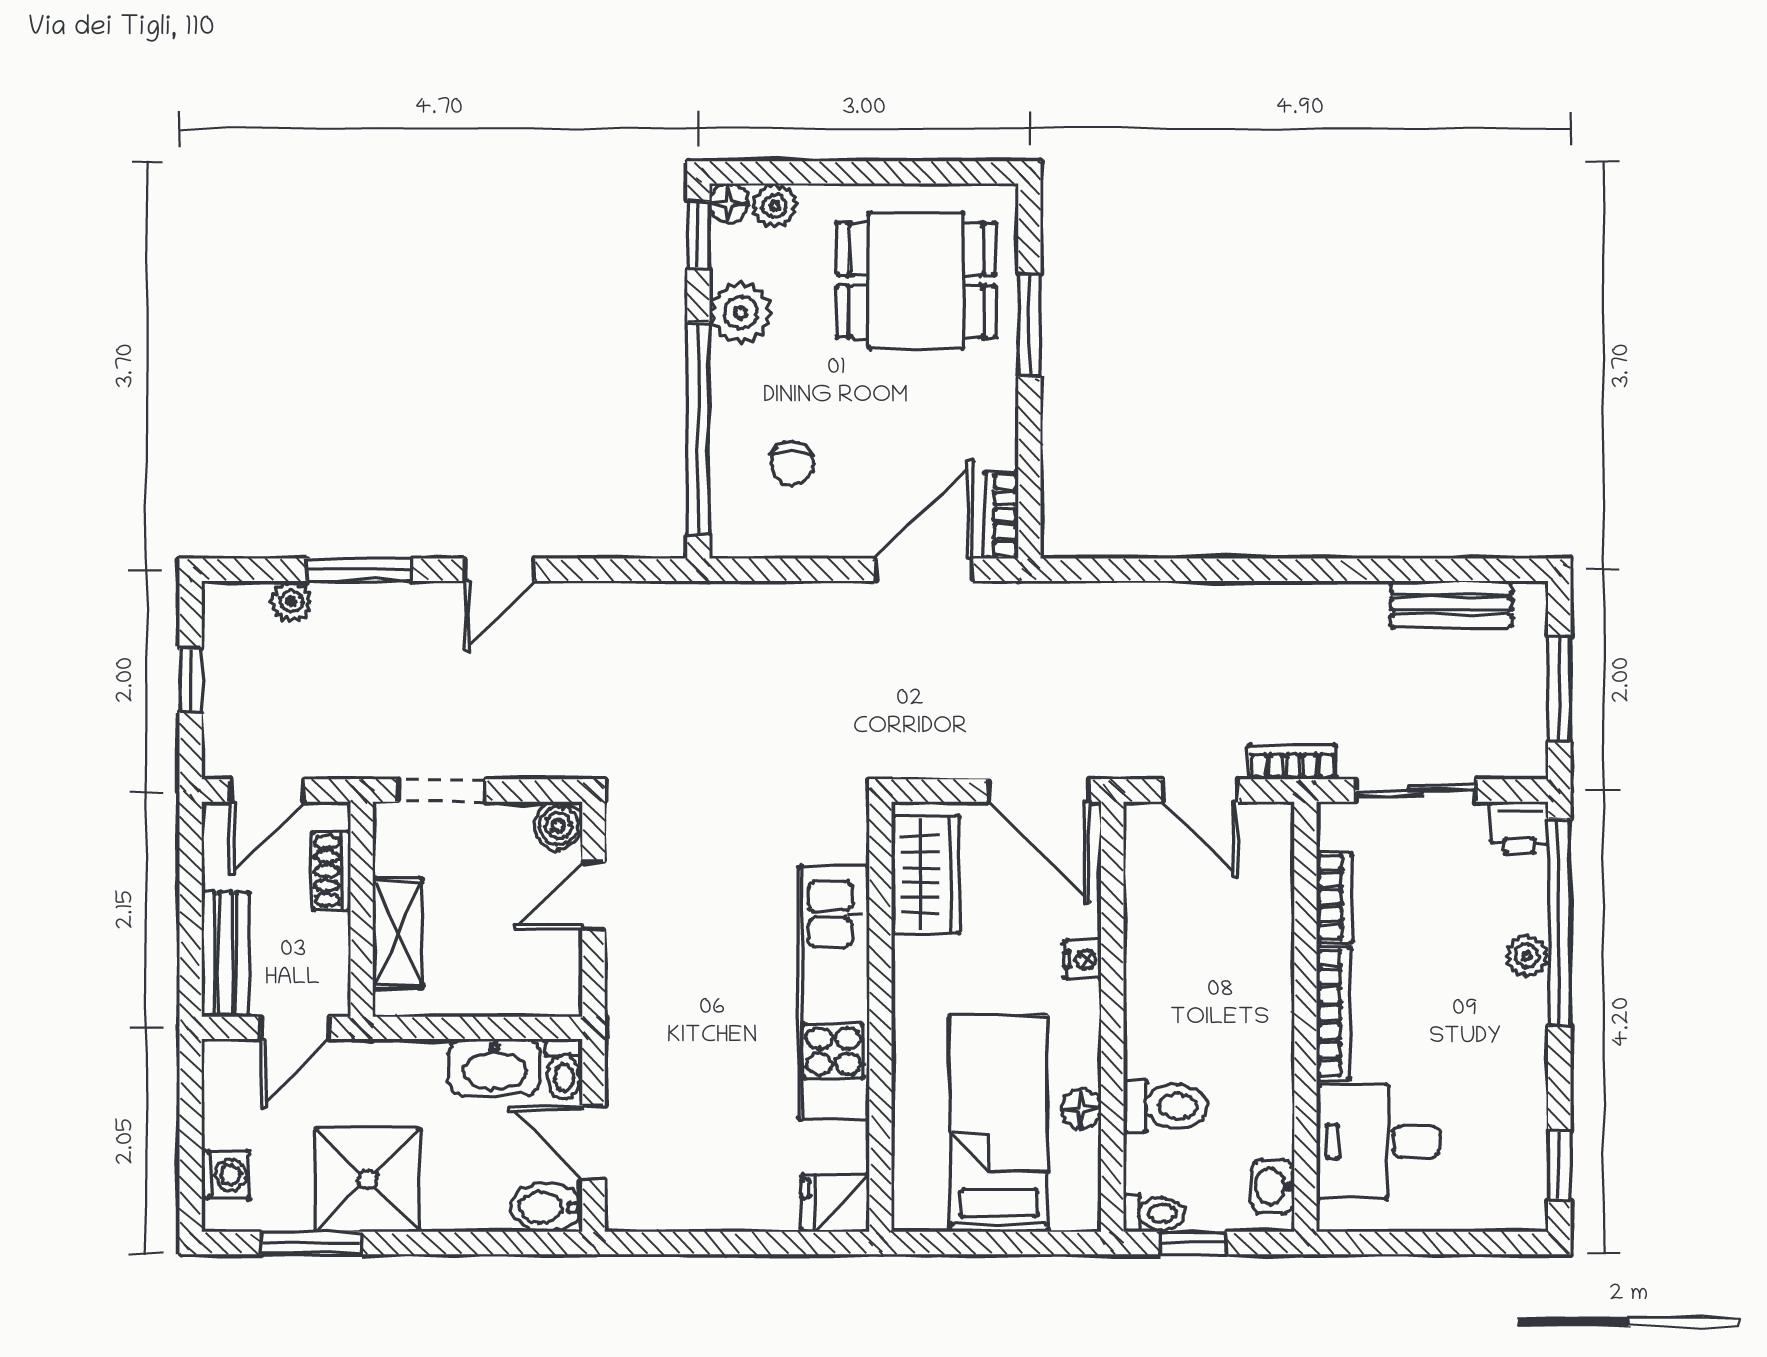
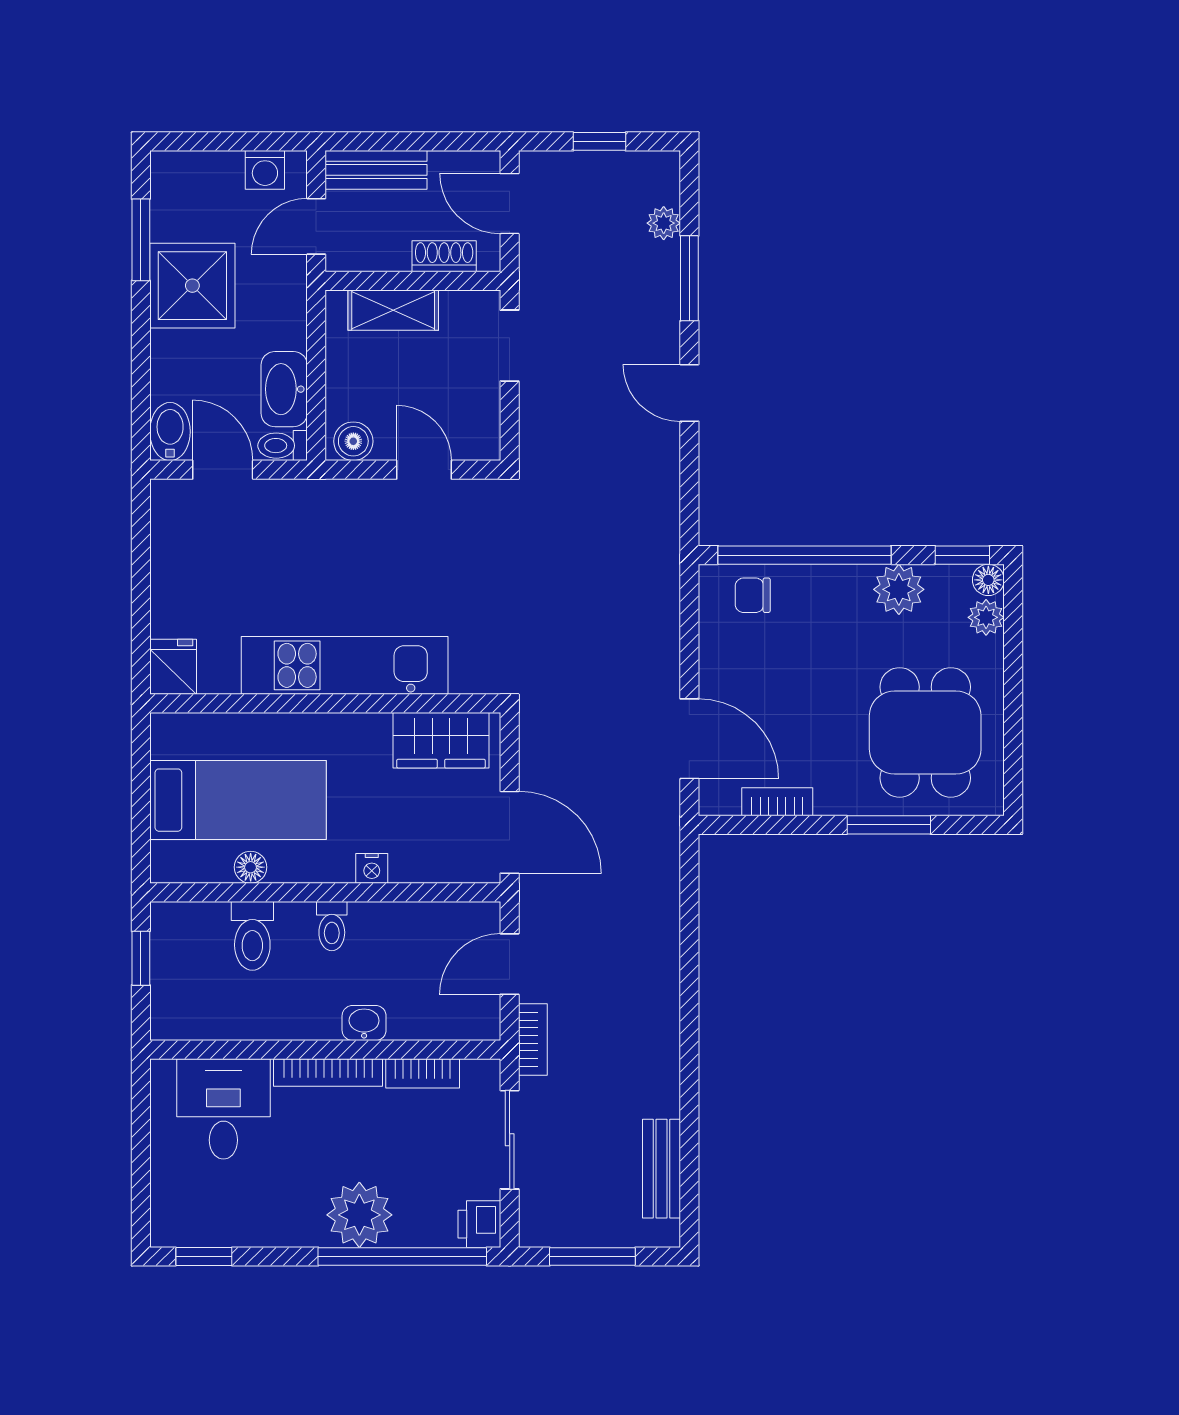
chair: (792, 463) -> (753, 595), moved
bookcase: (1001, 515) -> (777, 802), moved
door: (1039, 790) -> (510, 832), swing flipped
boiler: (559, 825) -> (353, 441), moved
plant: (1527, 956) -> (359, 1215), width x1.88, depth x1.88
door: (295, 1028) -> (316, 226), hinge flipped
door: (593, 1143) -> (223, 470), hinge flipped
washing machine: (226, 1175) -> (265, 170), moved
washbasin: (1273, 1187) -> (364, 1023), moved
toilet: (1154, 1213) -> (332, 926), moved

